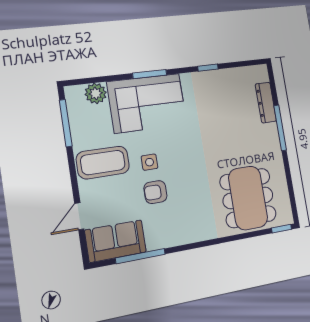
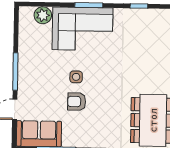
window: (66, 123) -> (15, 71), moved
coffee table: (103, 163) -> (39, 71), removed

